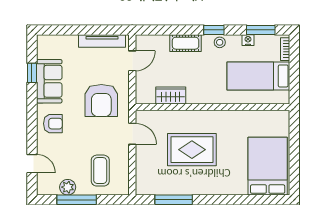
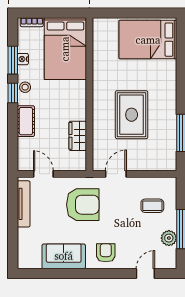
window: (261, 30) -> (13, 60), moved
window: (32, 73) -> (55, 273), removed
bed: (258, 76) -> (65, 49), width x1.50
coffee table: (100, 171) -> (152, 206), width x0.73, depth x0.77

